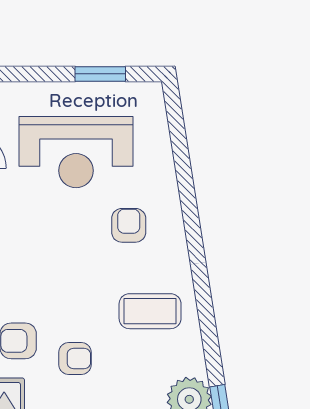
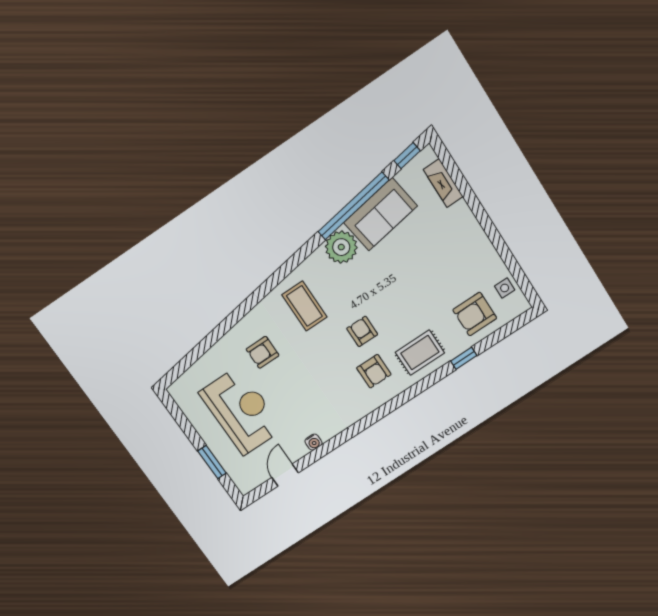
window: (100, 74) -> (212, 462), moved

